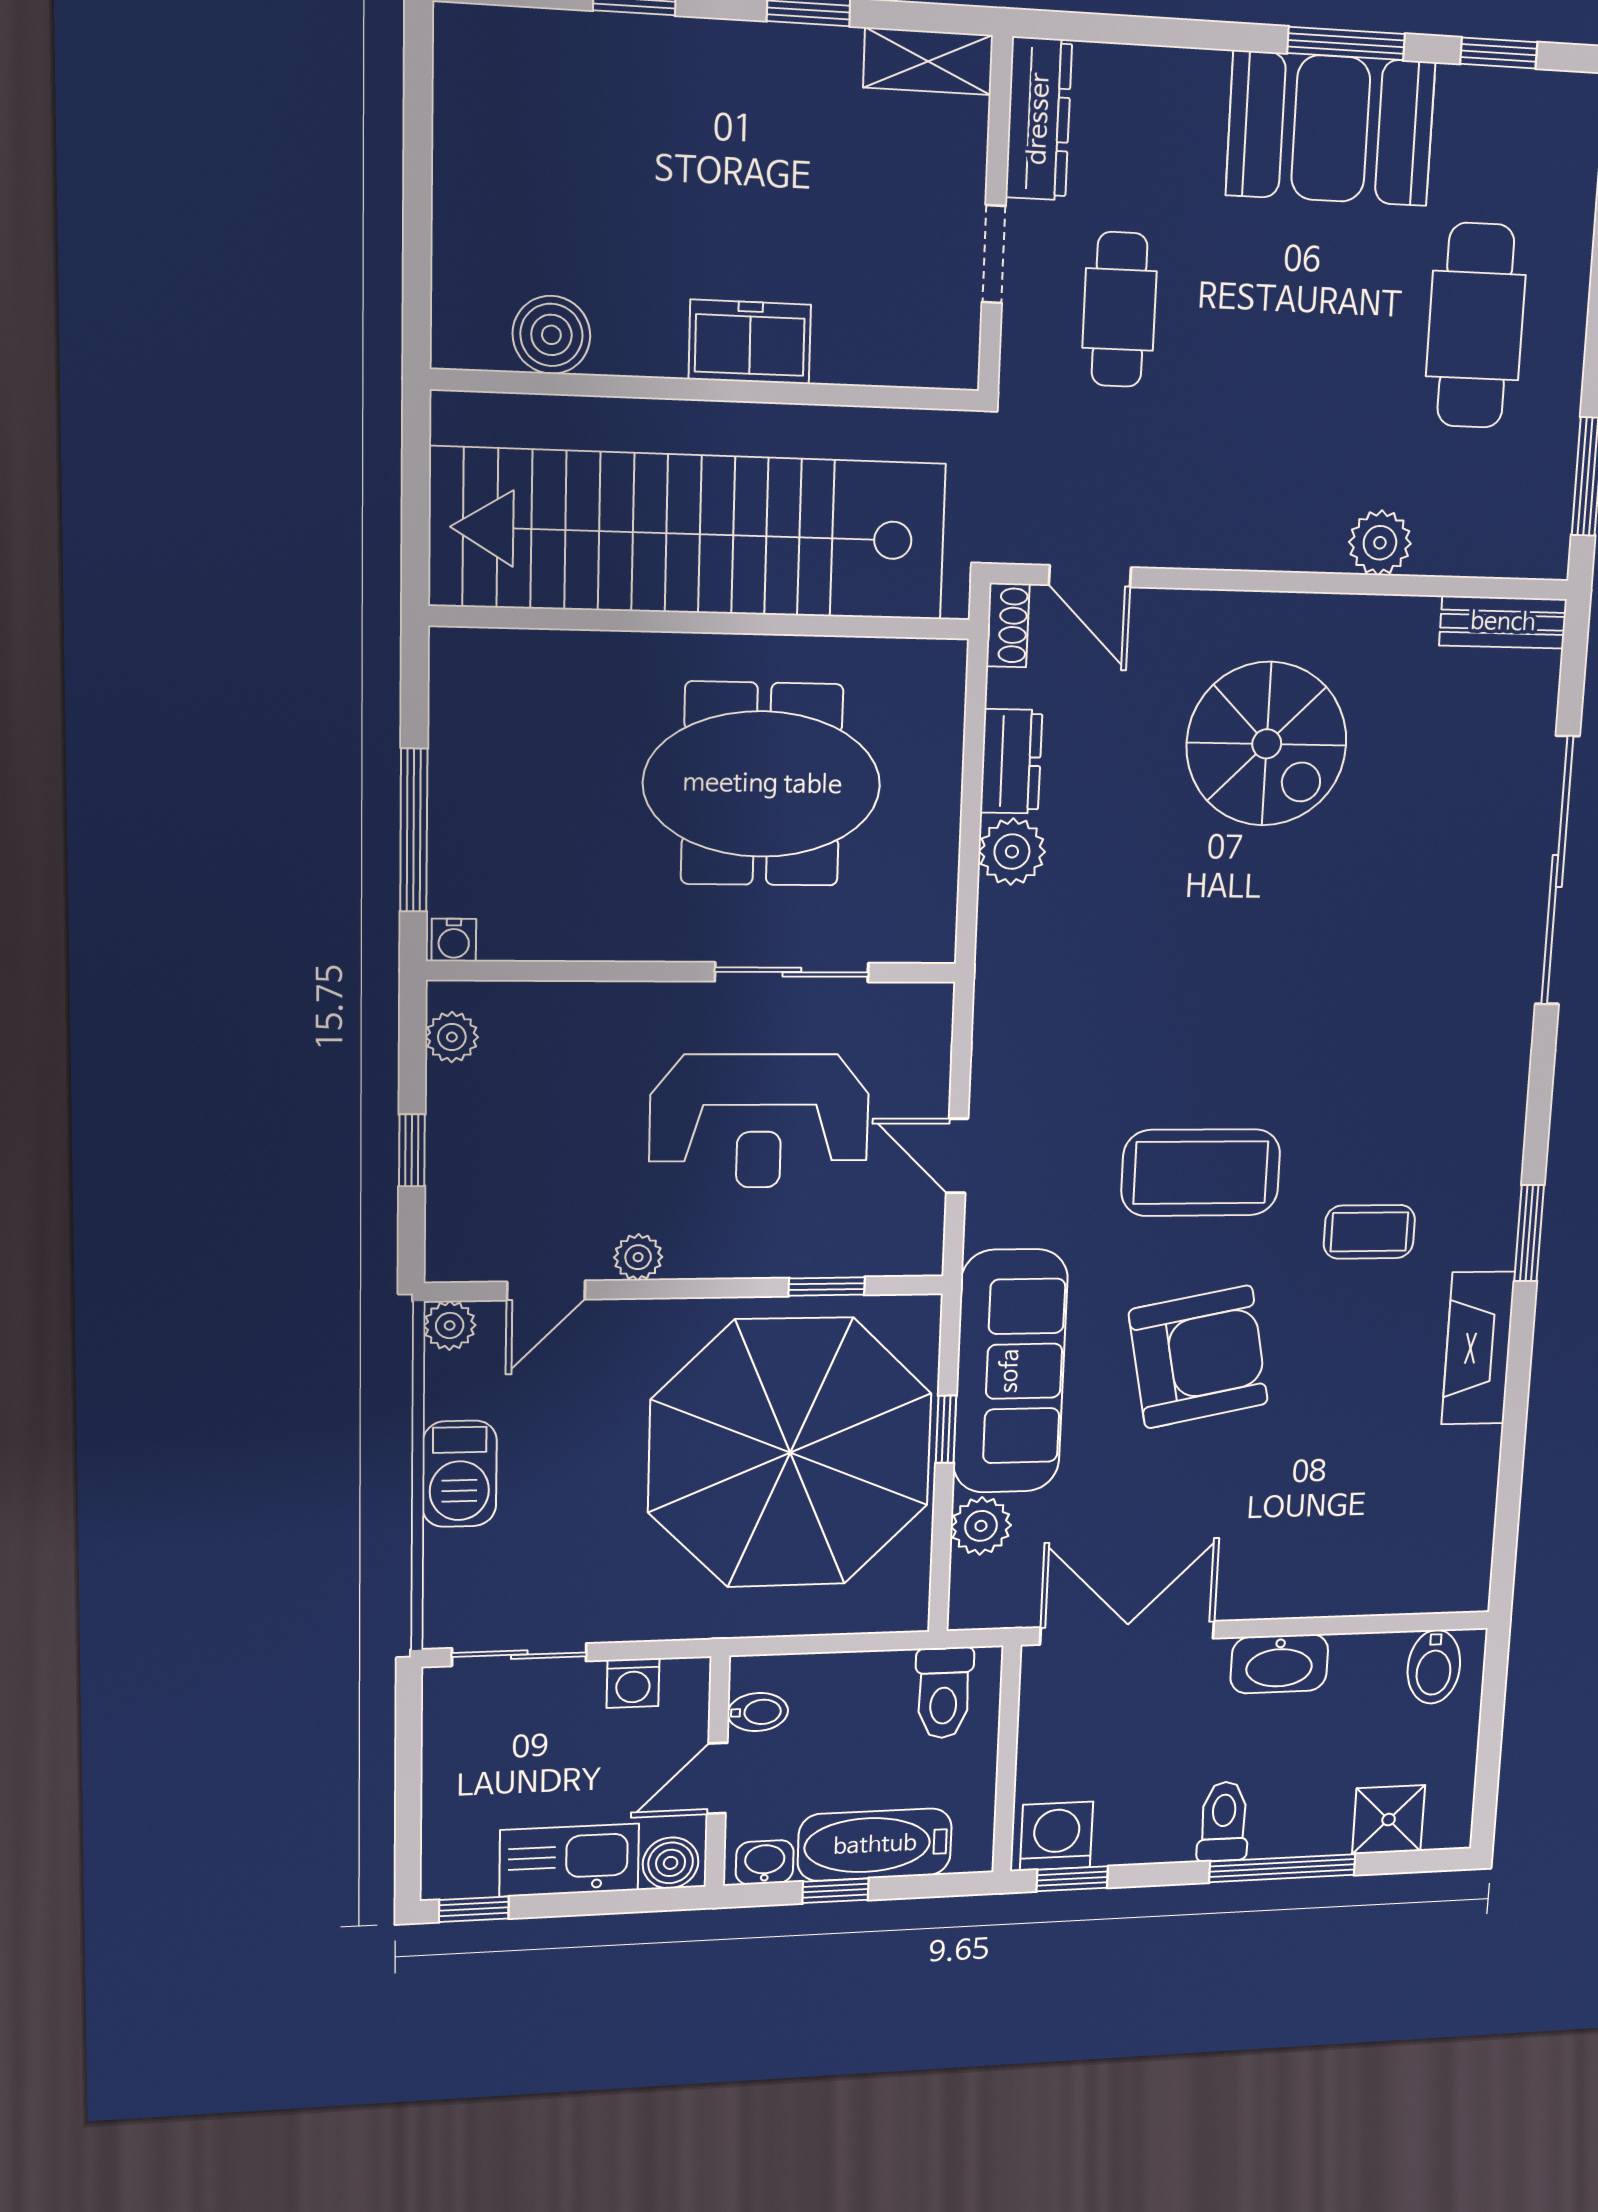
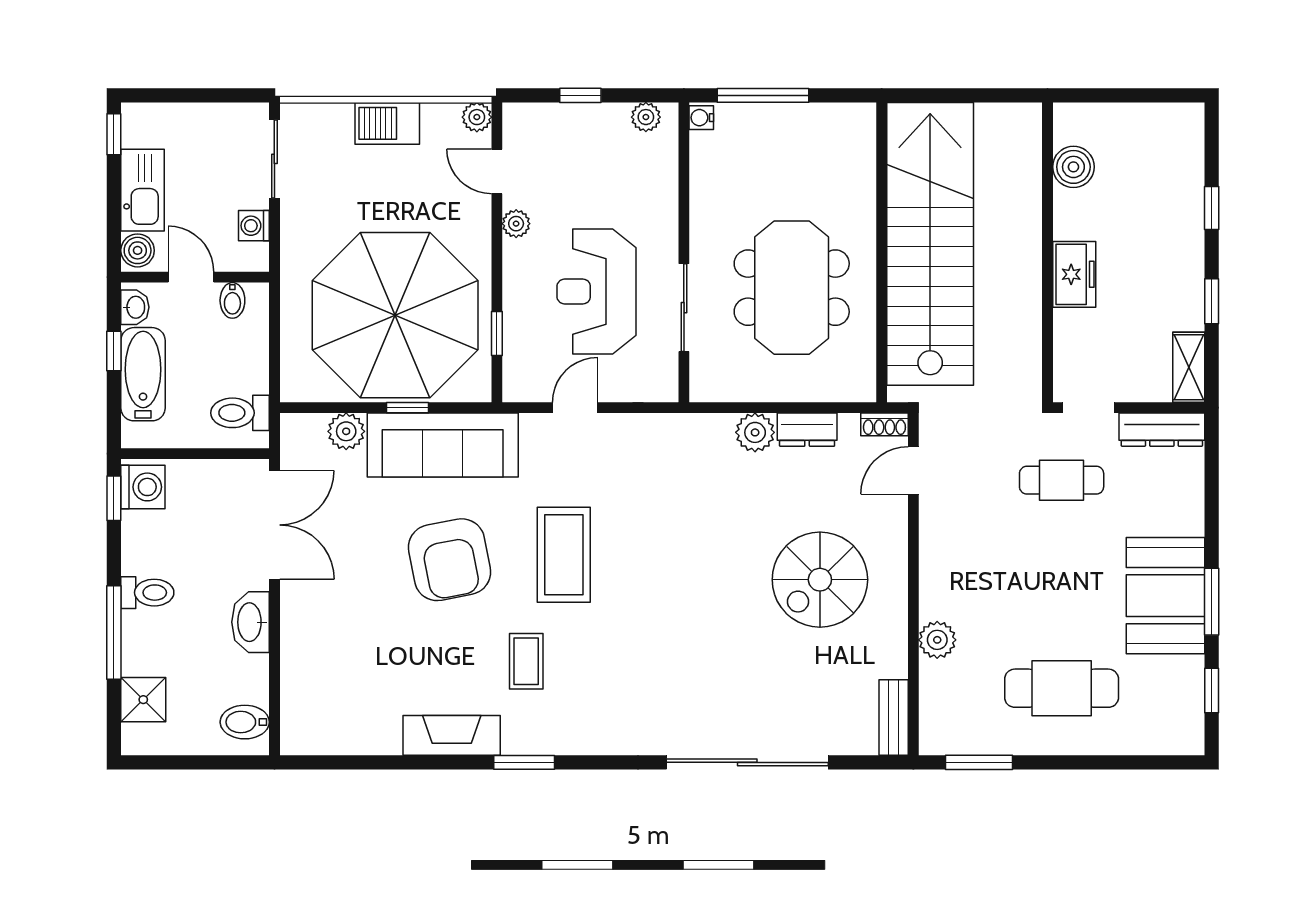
boiler: (551, 335) -> (1073, 167), moved
freezer: (750, 342) -> (1074, 274), moved
wall: (709, 390) -> (1047, 252), moved

